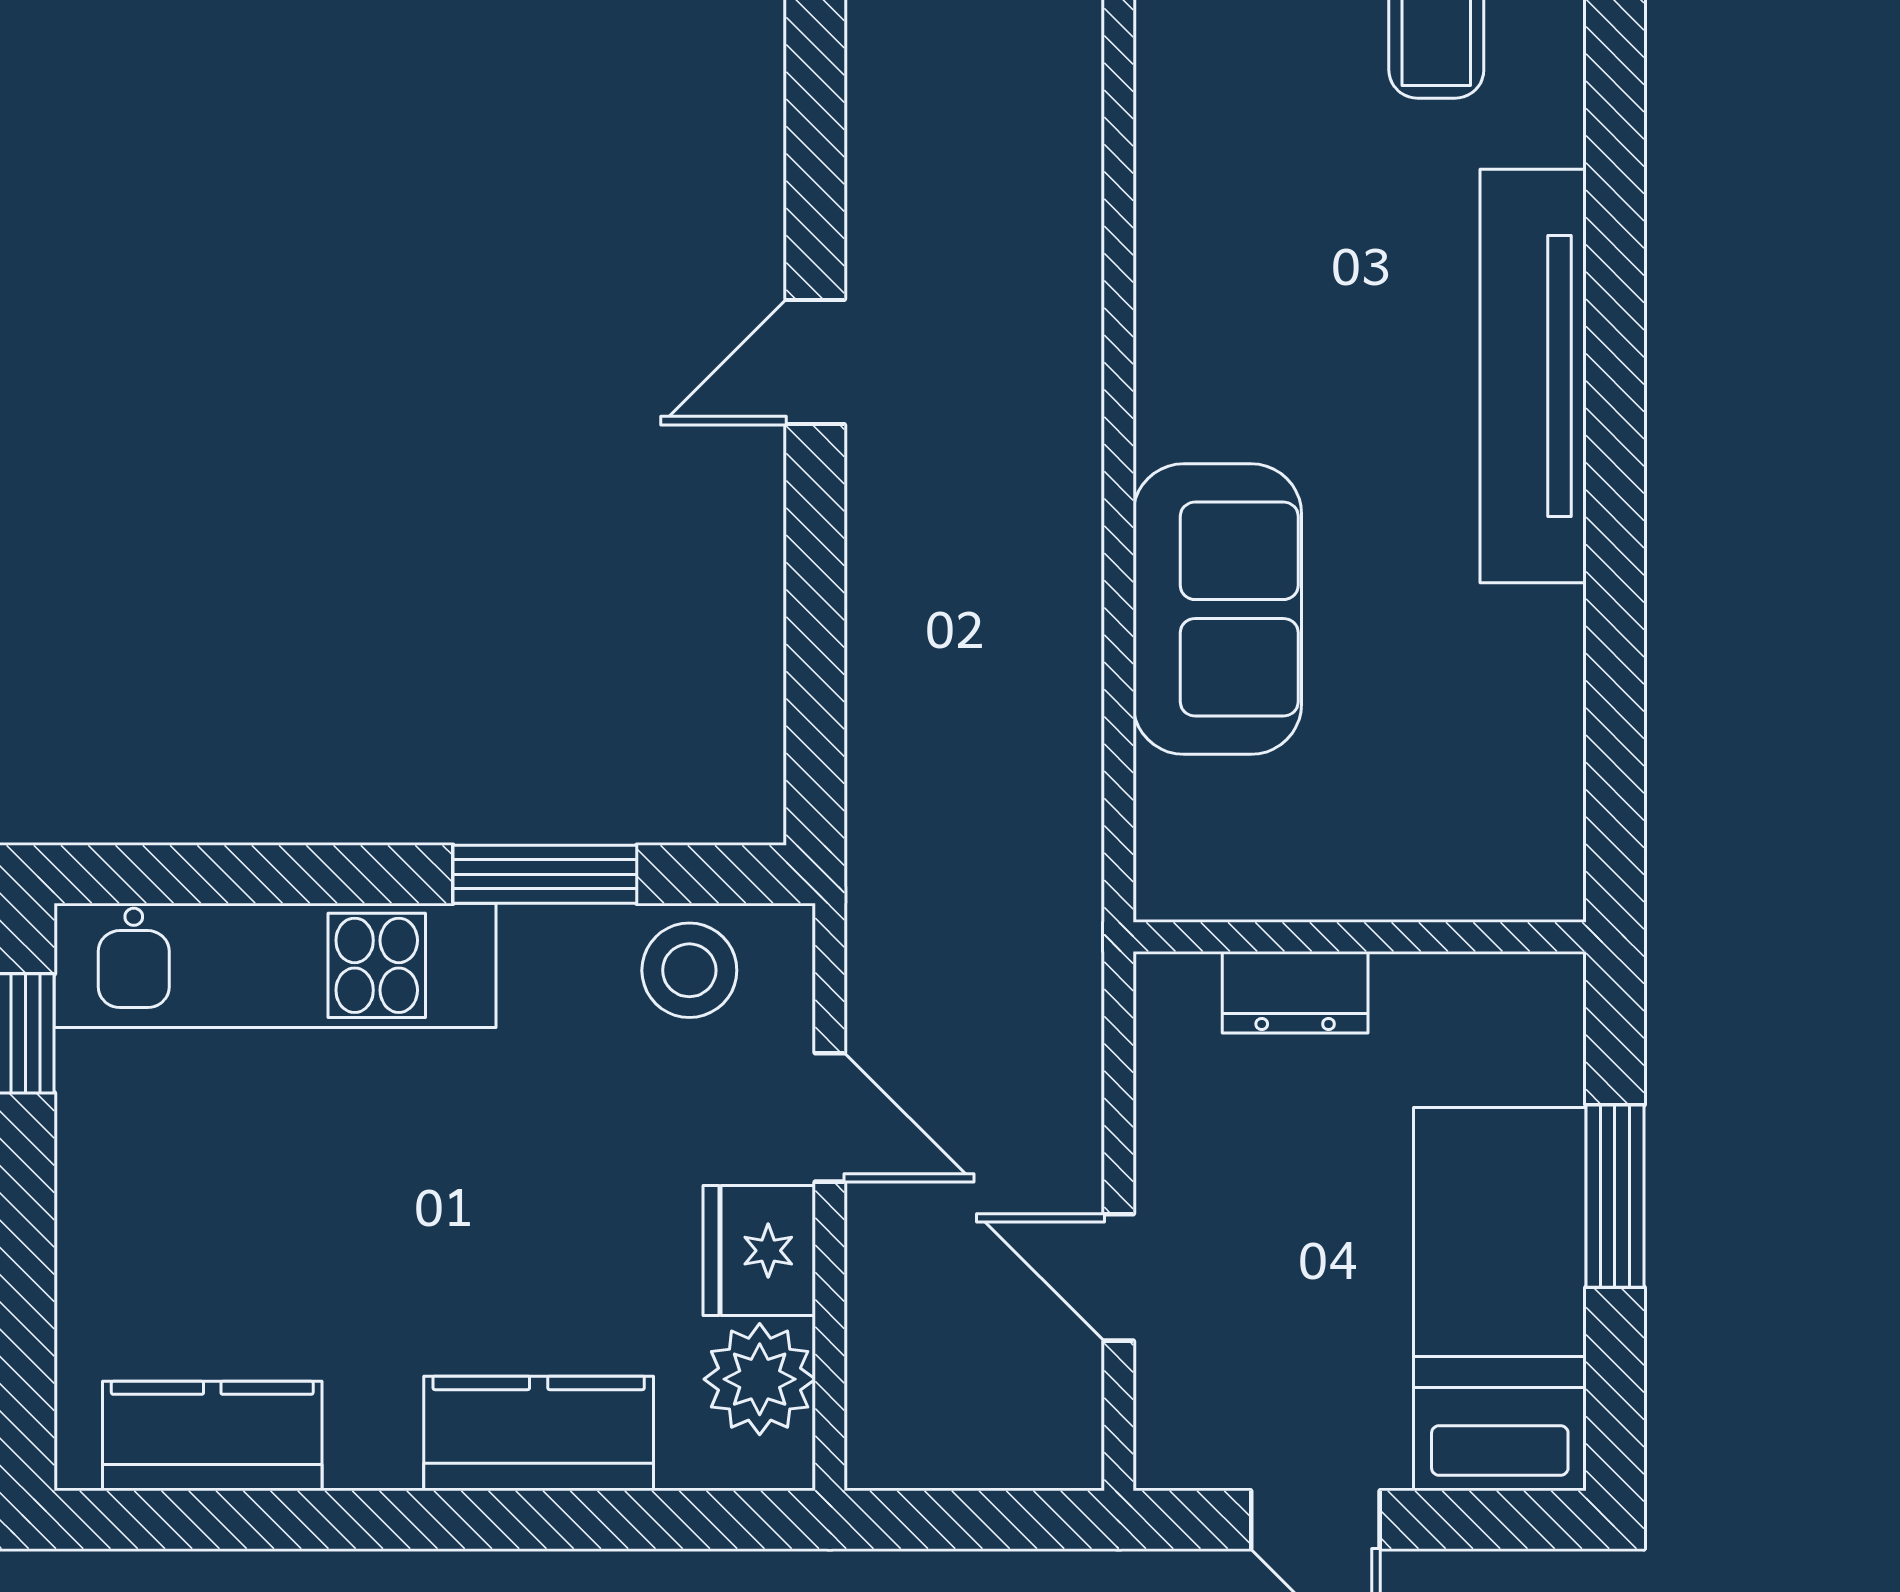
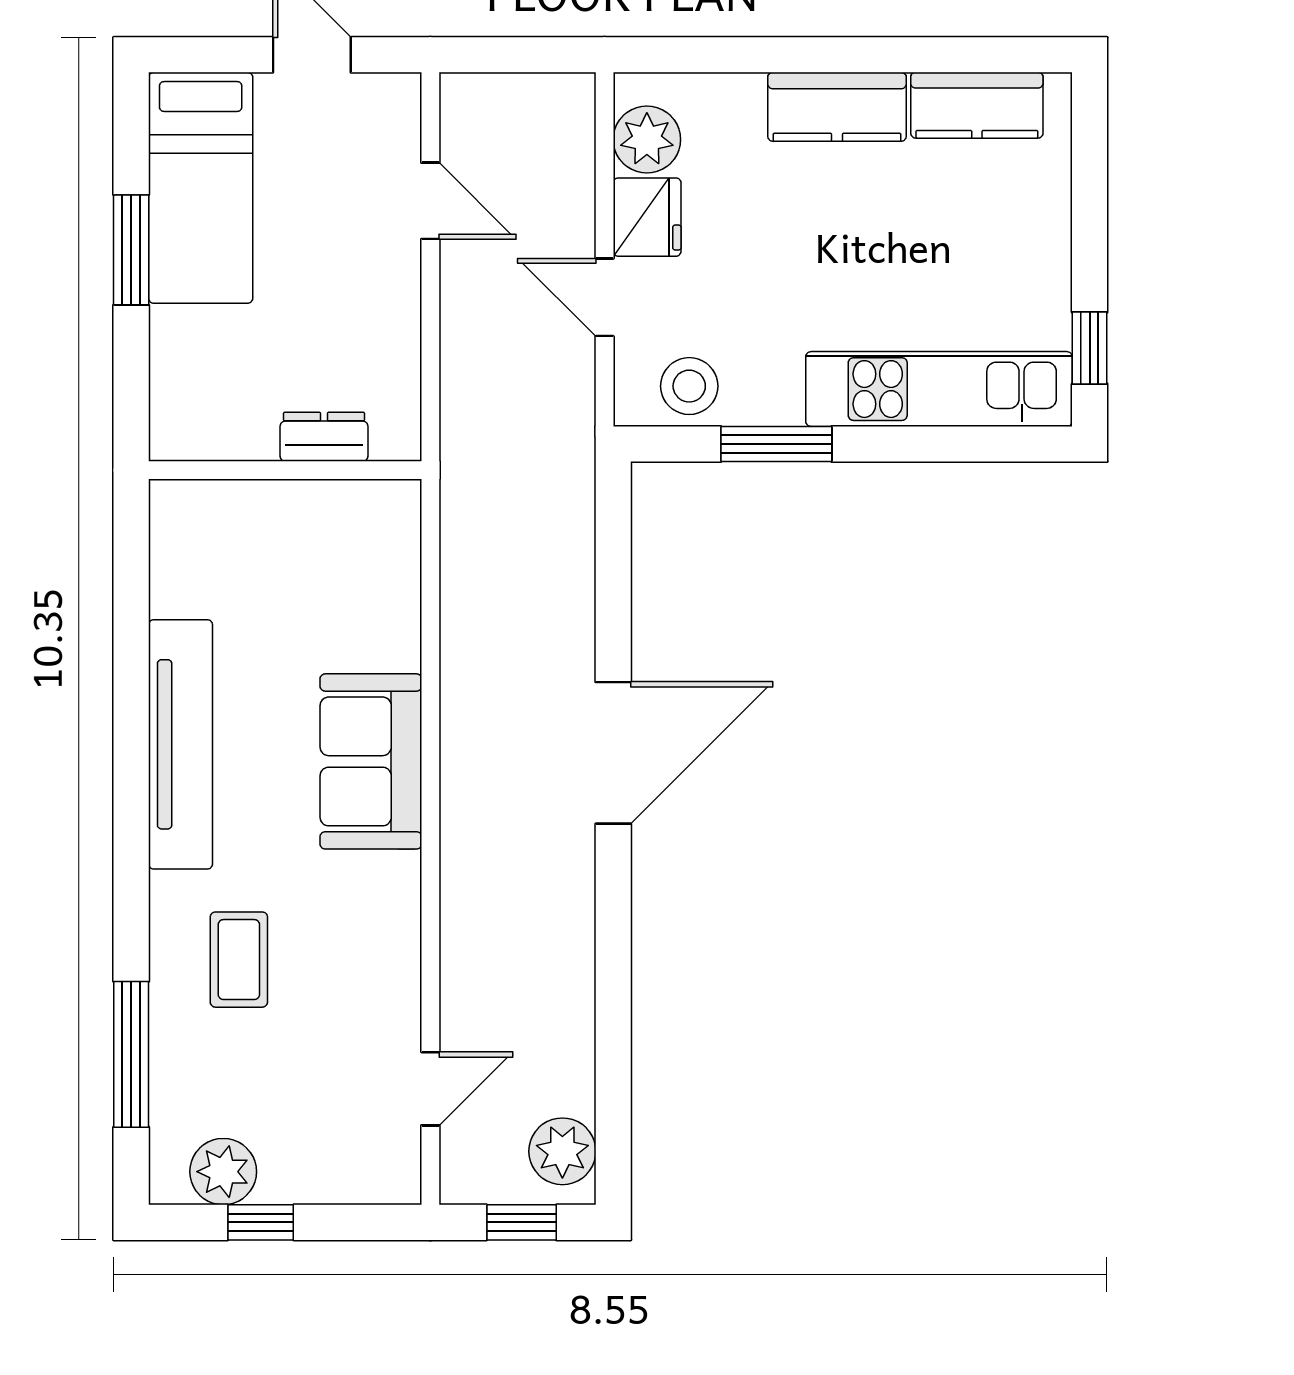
door: (815, 362) -> (613, 753), width x1.88
sofa: (1217, 609) -> (371, 761), moved
wall: (1360, 937) -> (285, 470), moved
dresser: (1295, 992) -> (324, 437), moved
kitchen counter: (539, 1433) -> (837, 107), moved

